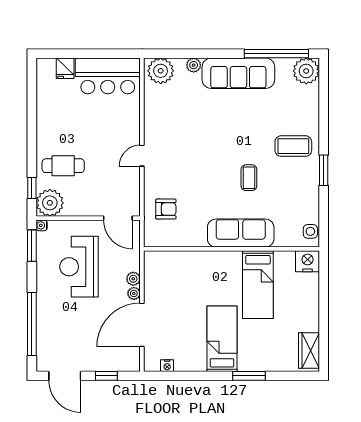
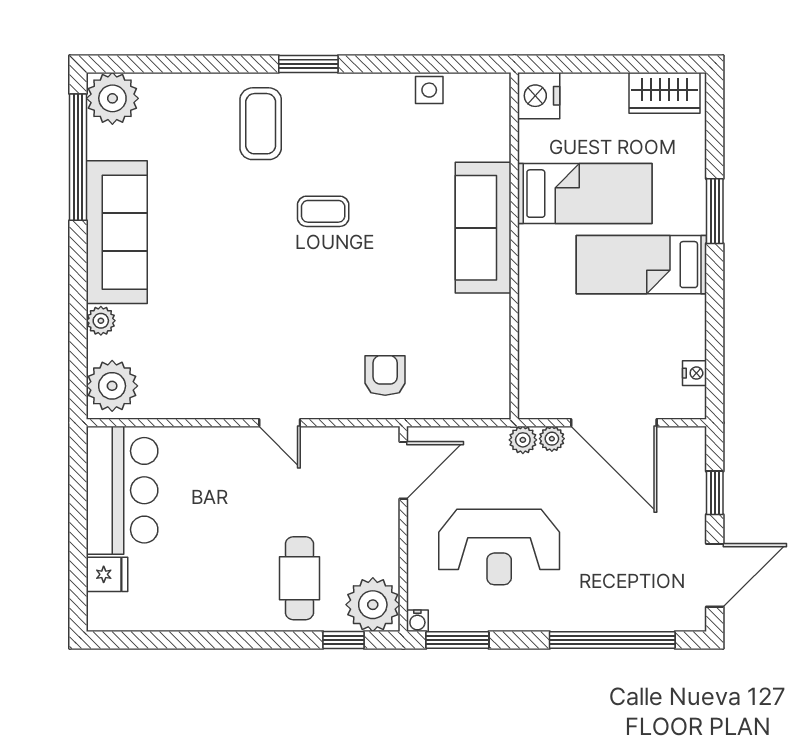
sofa: (241, 233) -> (483, 228), moved
wall: (231, 249) -> (514, 246), moved
nightstand: (308, 261) -> (539, 96), moved
bed: (258, 285) -> (585, 194), moved

